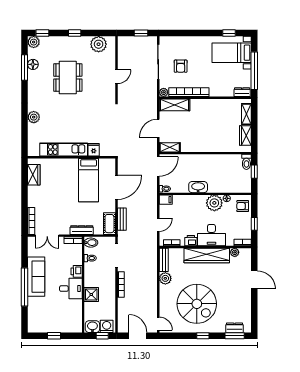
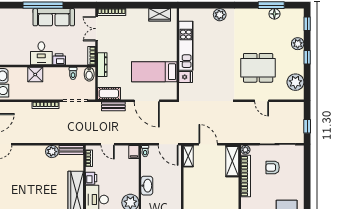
plant: (34, 42) -> (298, 44), moved
dining table: (68, 78) -> (258, 68), moved
spiral stairs: (197, 304) -> (25, 184), removed

